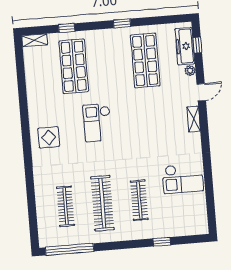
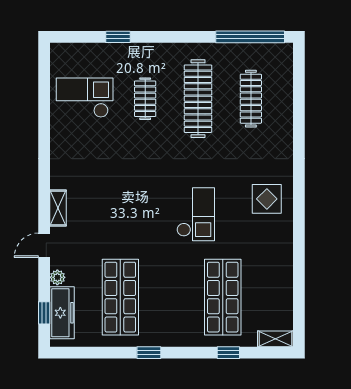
checkout: (183, 178) -> (85, 98), moved
clothes rail: (139, 200) -> (145, 99), width x0.73

